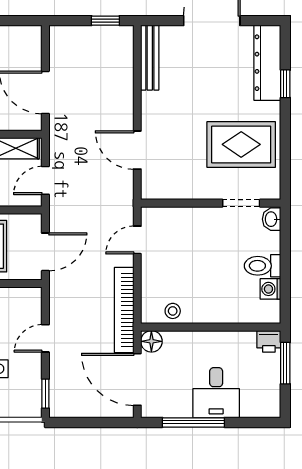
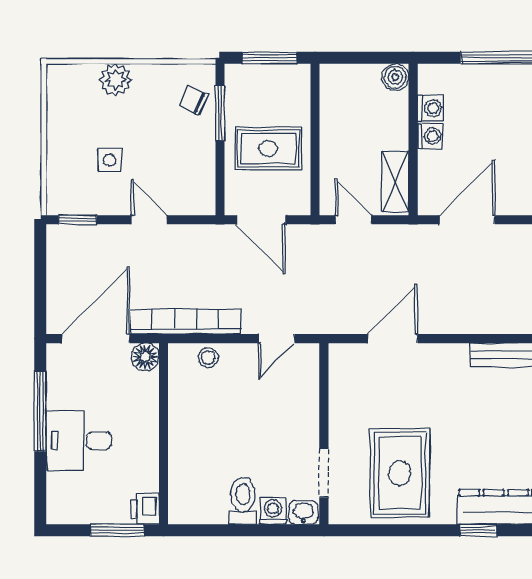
door: (137, 240) -> (276, 339), swing flipped
washing machine: (270, 289) -> (273, 511), moved
stool: (173, 311) -> (208, 358), moved

